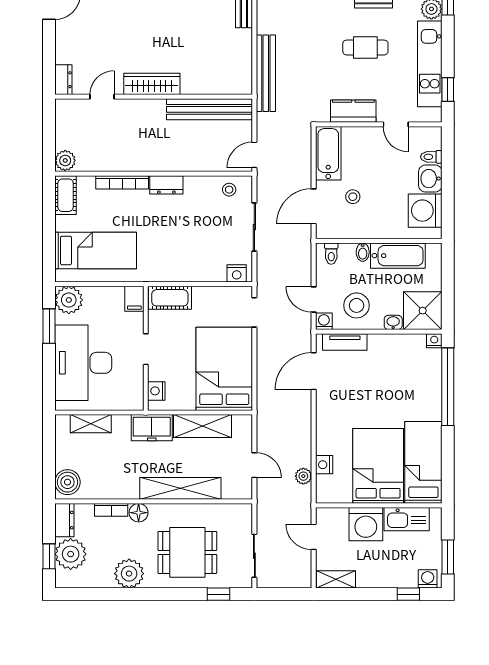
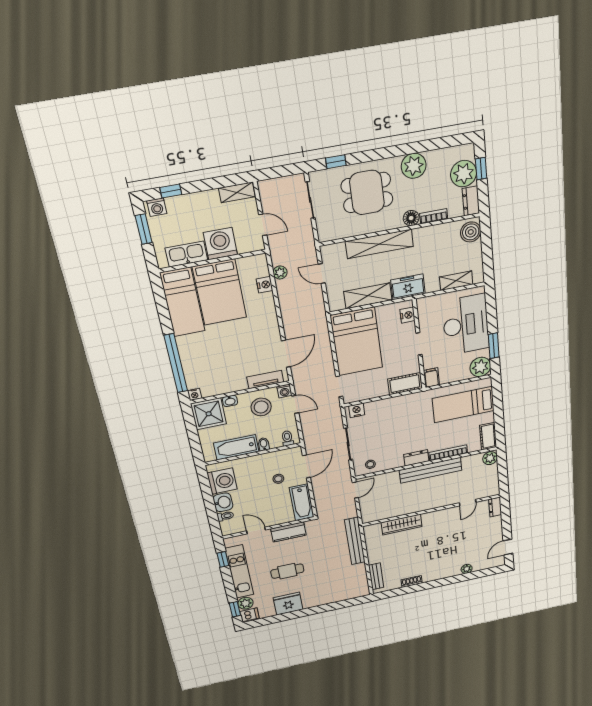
wardrobe: (152, 84) -> (402, 525), moved
bench: (210, 109) -> (431, 470), moved

